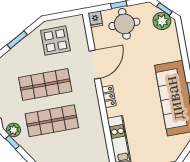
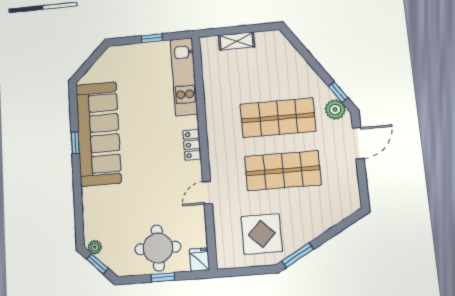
plant: (162, 21) -> (95, 247), width x0.53, depth x0.53
window: (17, 40) -> (298, 255), moved
door: (95, 65) -> (207, 193), width x0.53

